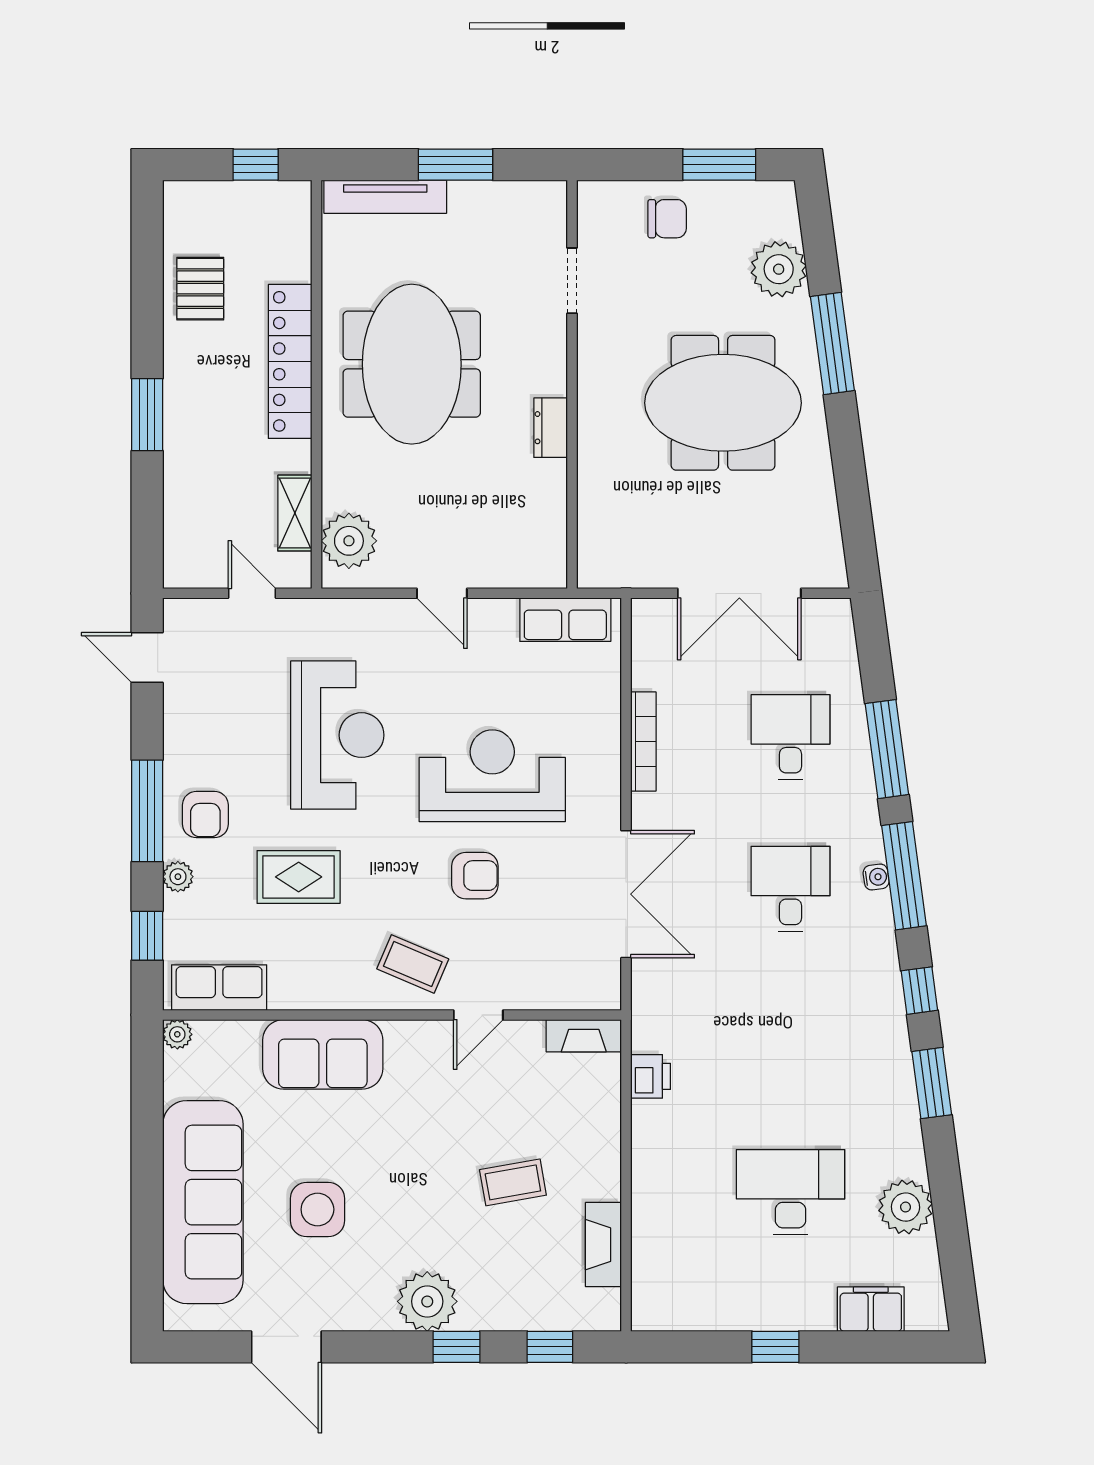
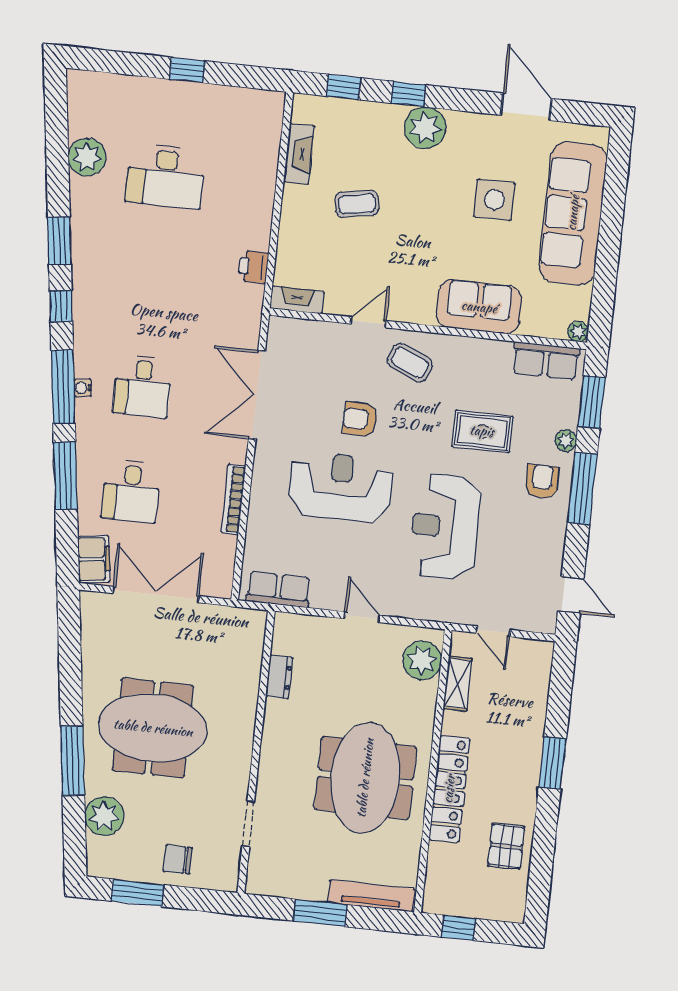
dresser: (551, 428) -> (279, 677), moved
reception desk: (492, 776) -> (341, 487), turned 180
window: (147, 936) -> (592, 402), width x1.50
filing cabinet: (871, 1309) -> (94, 559), moved, turned -98

